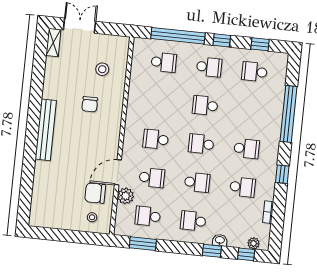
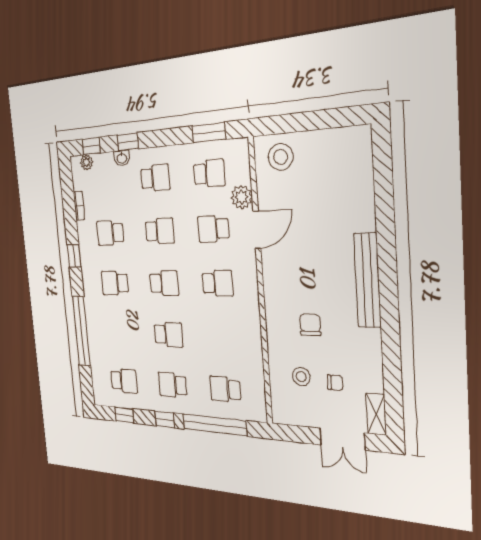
school desk: (197, 182) -> (160, 231), turned 180
chair: (95, 193) -> (335, 383), moved, width x0.54, depth x0.54
stool: (92, 217) -> (281, 157), width x1.89, depth x1.89

